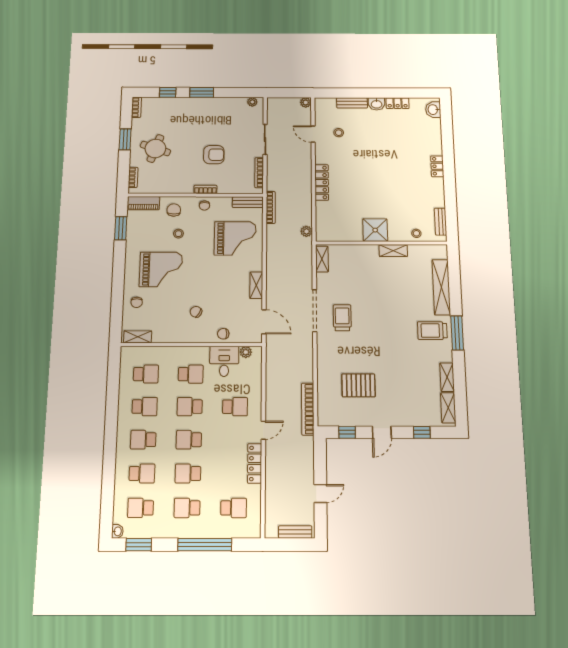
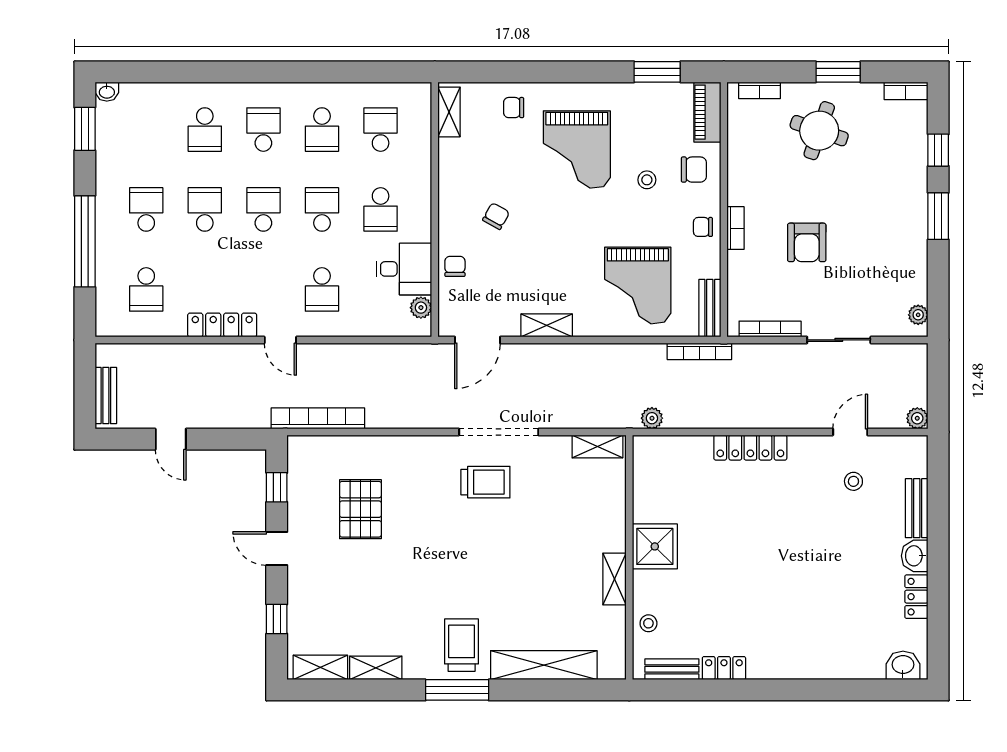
locker: (437, 166) -> (724, 668), moved
school desk: (146, 374) -> (381, 130), turned 180
school desk: (141, 508) -> (146, 130), removed

